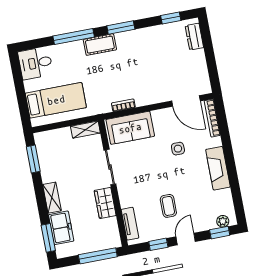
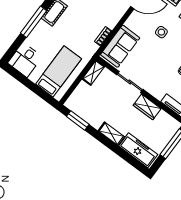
freezer: (61, 228) -> (138, 150), width x1.40
window: (48, 238) -> (132, 161), removed

